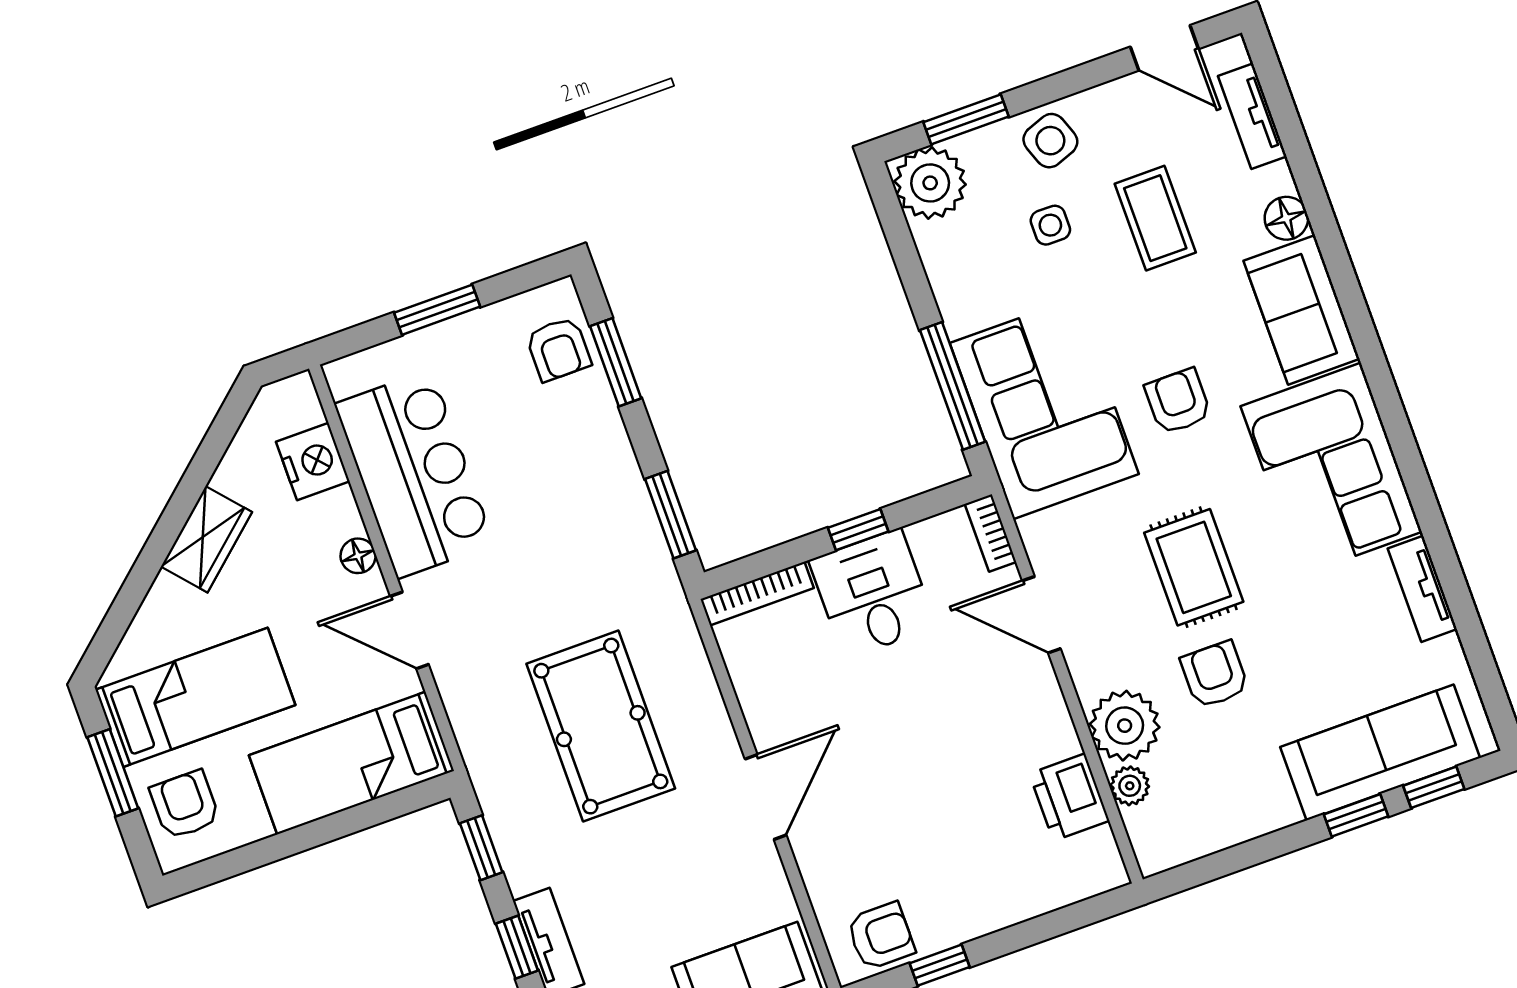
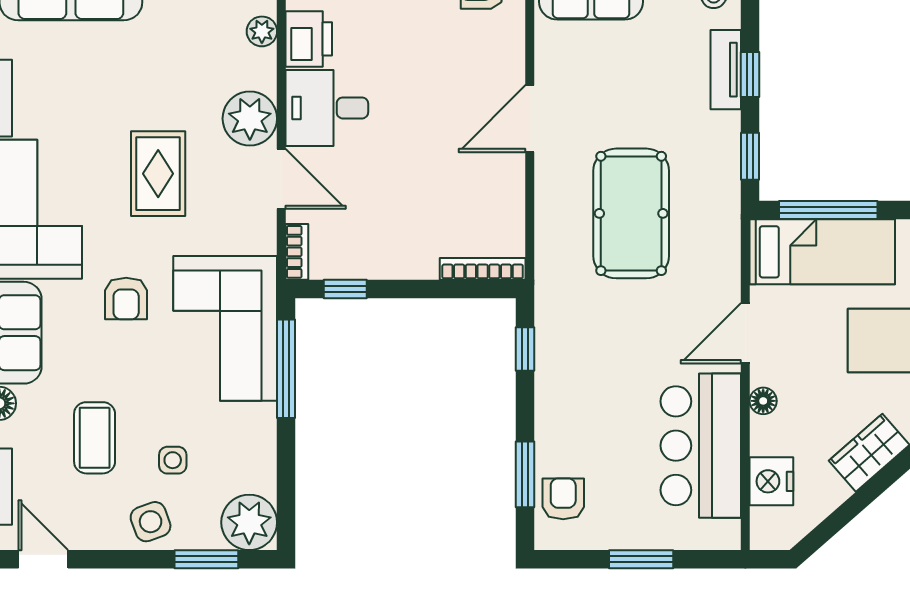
window: (670, 515) -> (525, 349), width x0.67
window: (858, 530) -> (345, 289), moved
desk: (872, 594) -> (327, 108), moved, turned 90
door: (409, 630) -> (745, 333), swing flipped
armchair: (1215, 675) -> (171, 90), removed
plant: (1125, 726) -> (250, 119), moved
window: (362, 817) -> (828, 210), added

